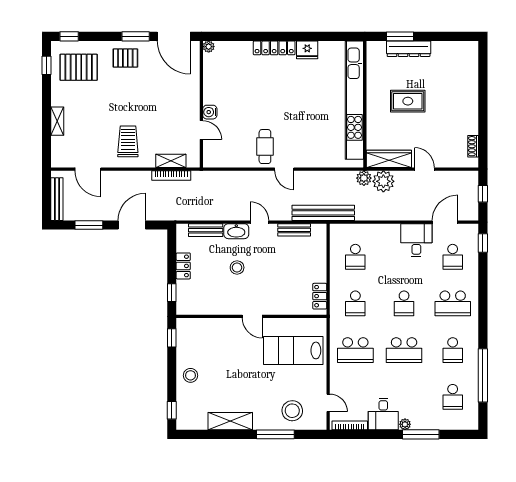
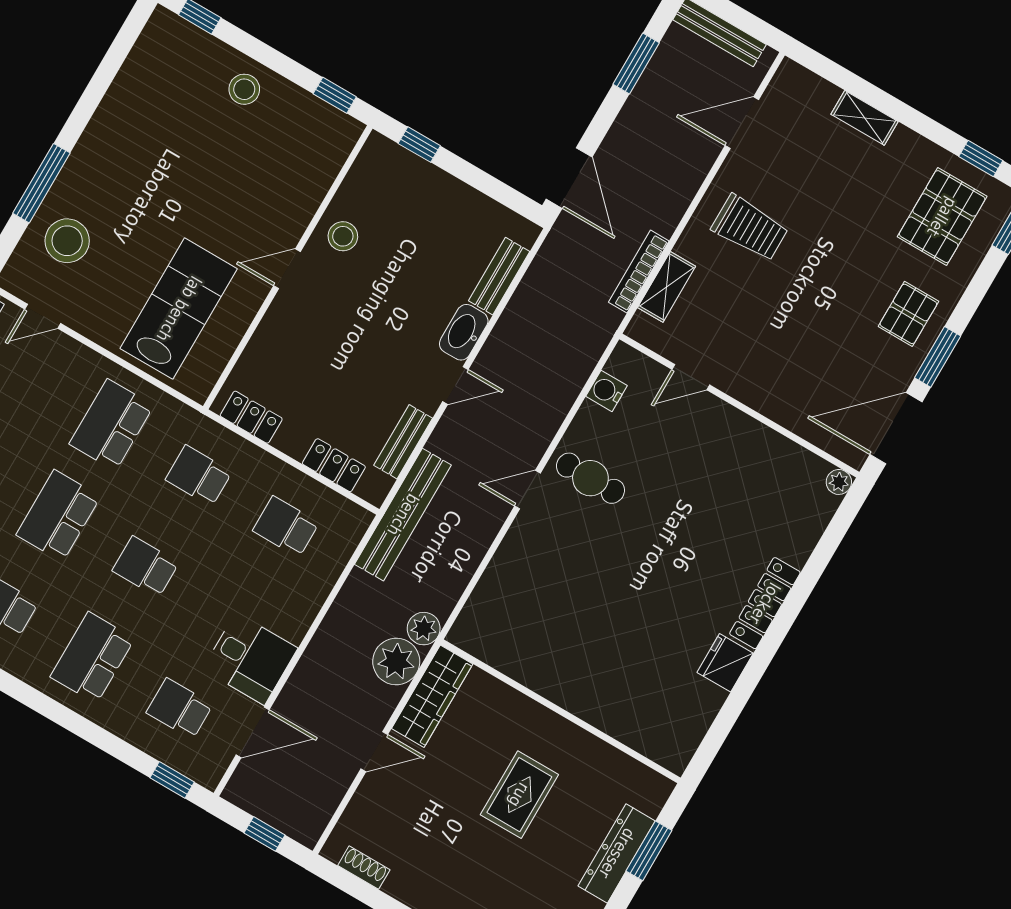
kitchen unit: (354, 100) -> (580, 696), removed
water cooler: (210, 112) -> (606, 391), moved, turned -90
door: (445, 222) -> (253, 732), hinge flipped
door: (132, 225) -> (569, 178), moved
locker: (183, 266) -> (334, 465), moved, turned 180
stool: (237, 267) -> (343, 236), moved
shelving: (230, 421) -> (115, 114), removed

